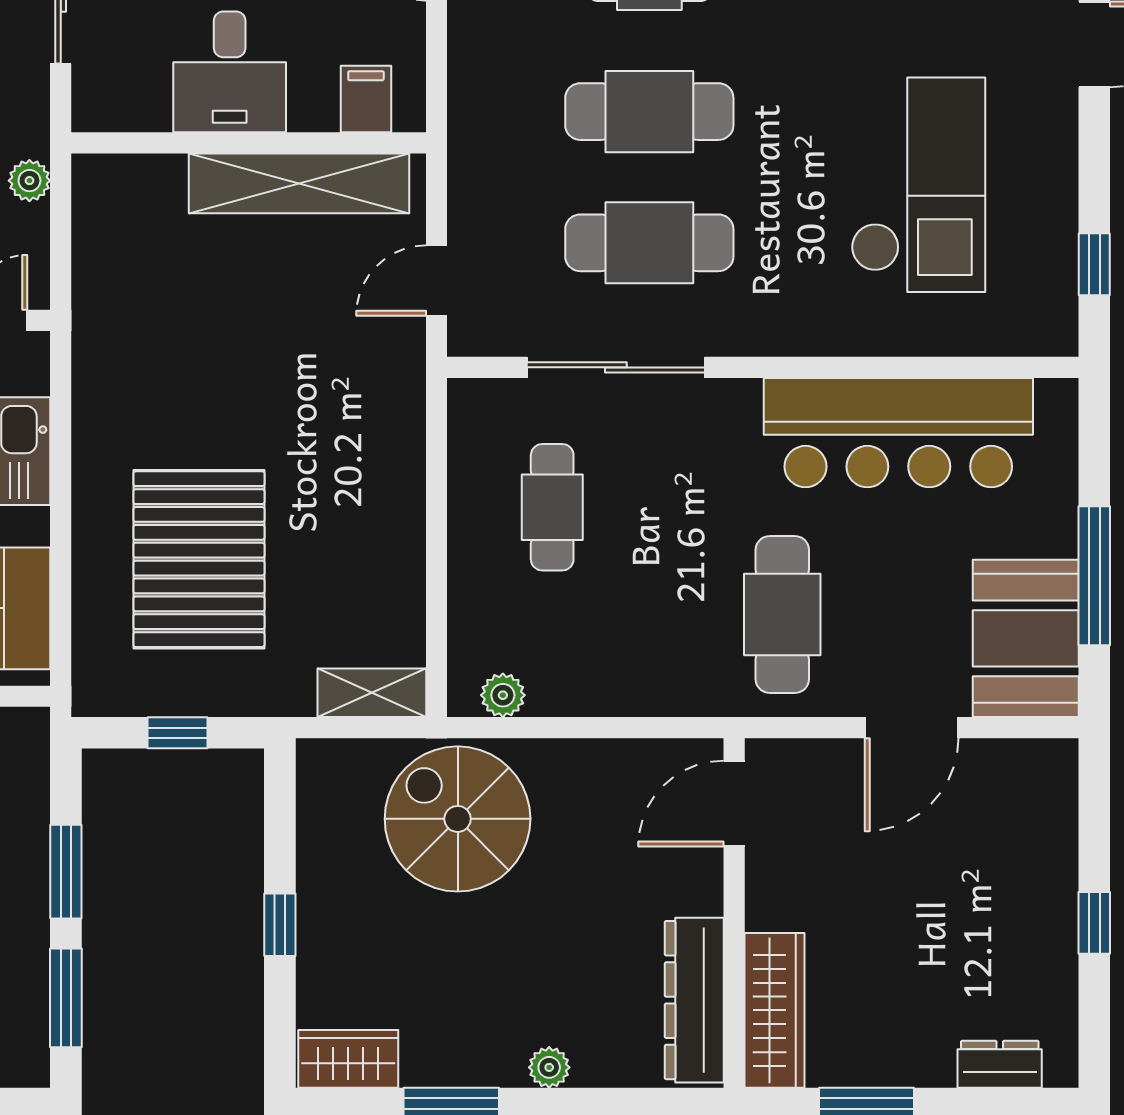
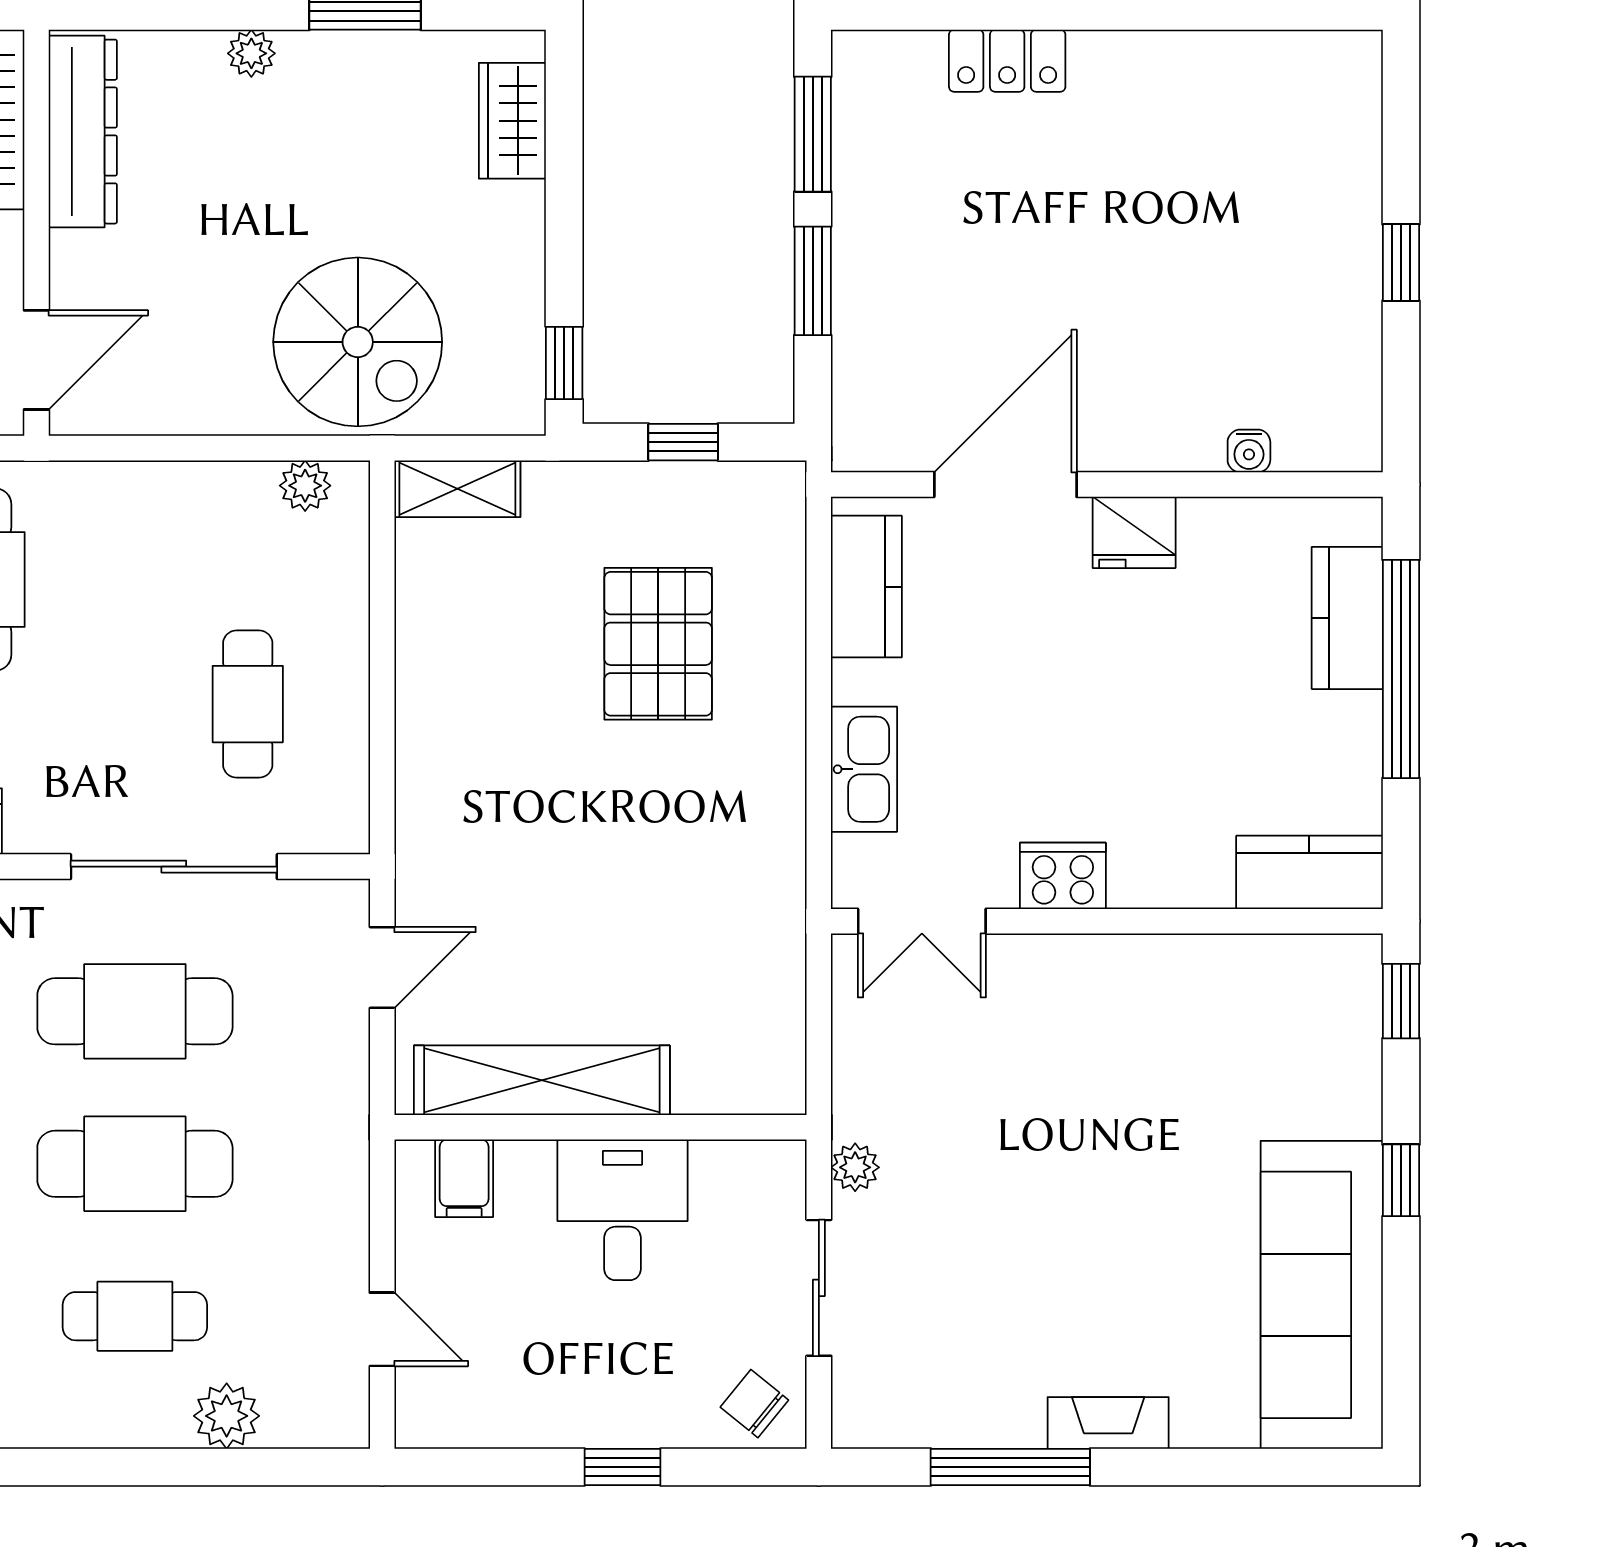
plant: (29, 181) -> (855, 1167), moved
pallet: (199, 559) -> (658, 644), width x0.73, depth x0.71
window: (280, 925) -> (564, 363), moved
wardrobe: (348, 1059) -> (512, 121), moved, turned 90

